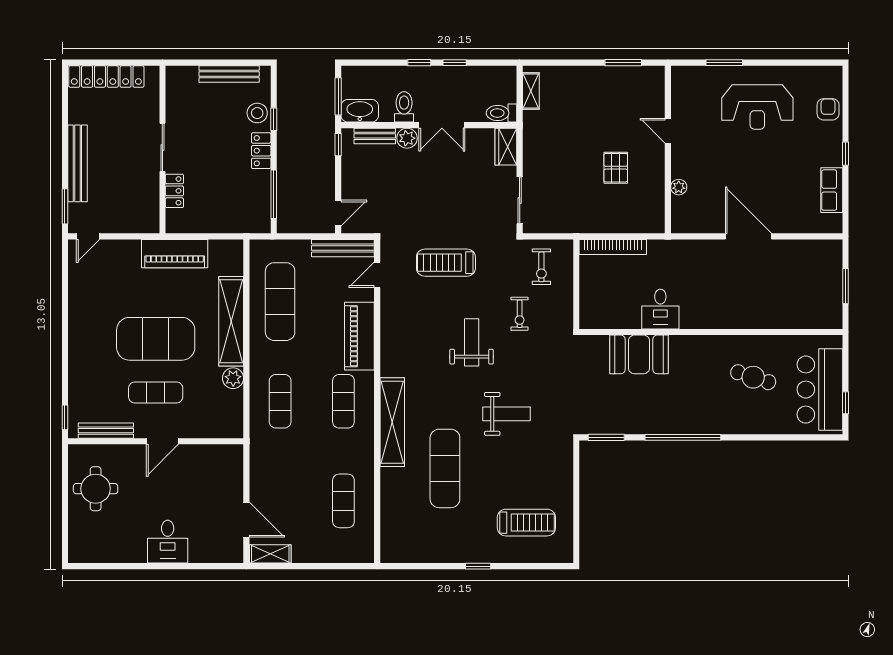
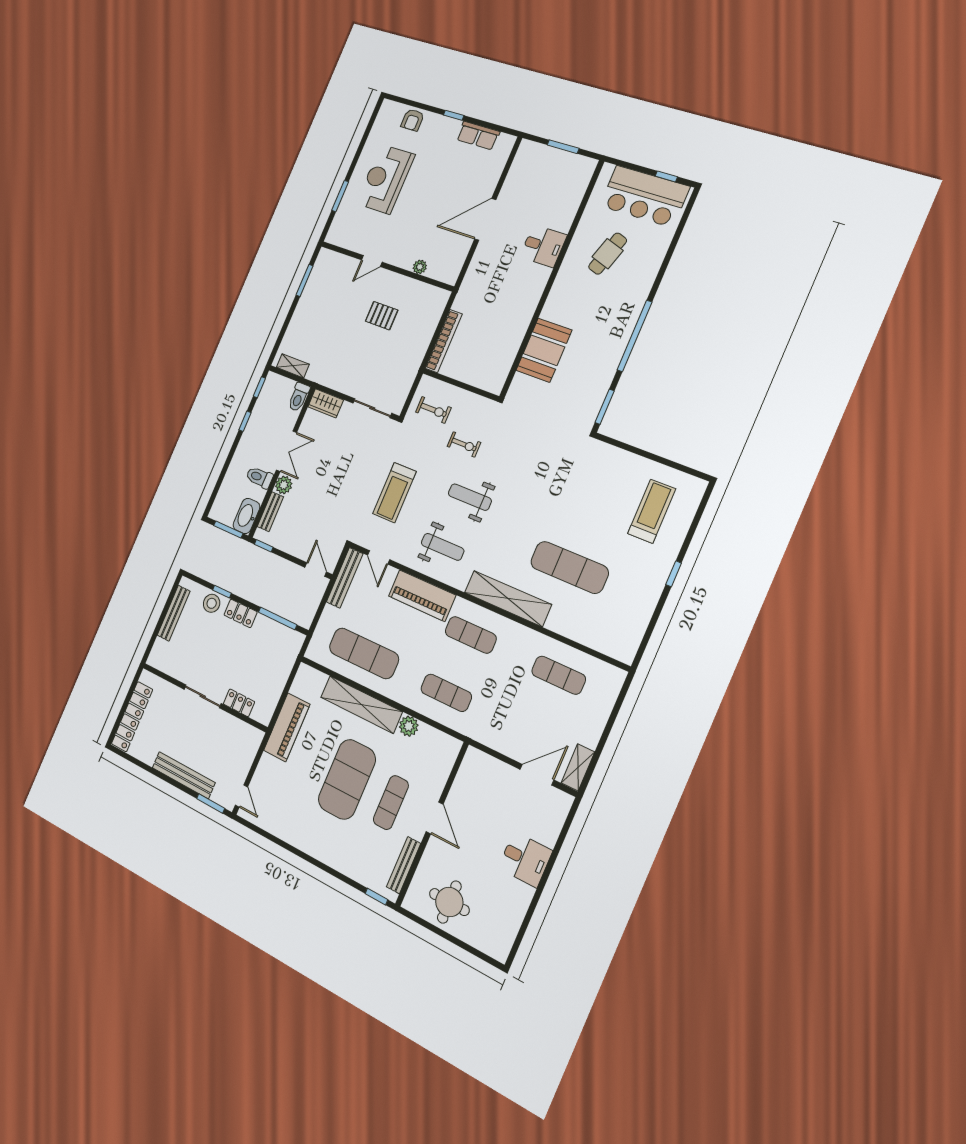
window: (419, 63) -> (259, 387), moved
reception desk: (757, 107) -> (385, 179), turned 180
armchair: (828, 109) -> (413, 120), turned -90
desk: (660, 309) -> (543, 246), moved
weight bench: (506, 414) -> (443, 547), moved, turned 90

